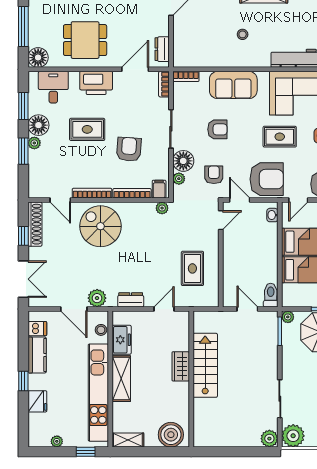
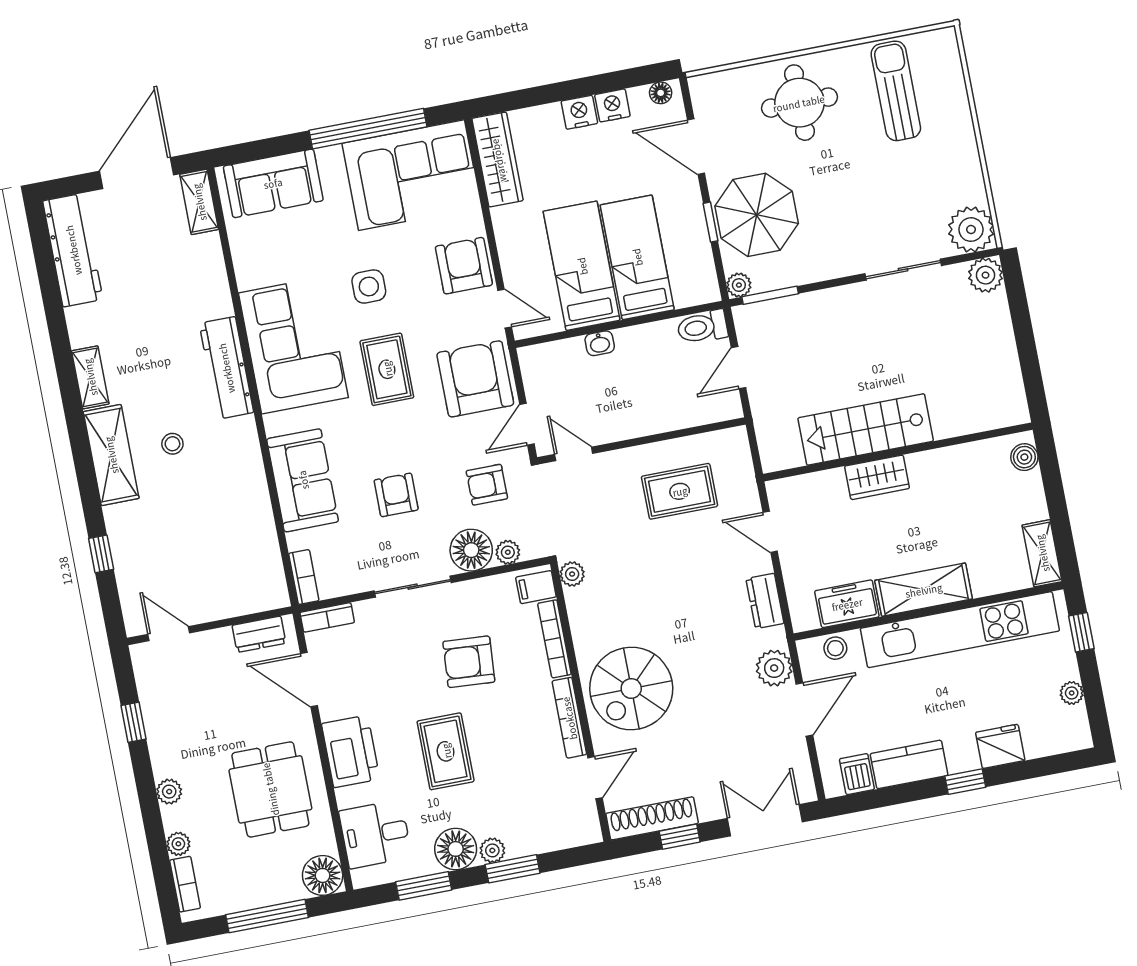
stool: (243, 34) -> (172, 444), moved
washbasin: (272, 215) -> (600, 343), moved
boiler: (171, 435) -> (1024, 457), width x0.54, depth x0.54

